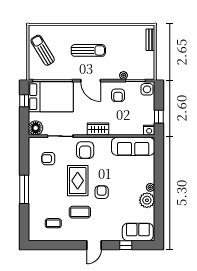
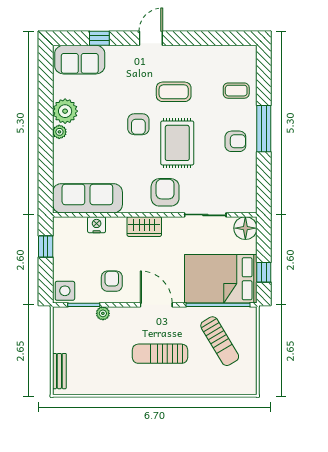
sun lounger: (43, 50) -> (220, 341), moved
nightstand: (149, 130) -> (97, 225), moved
armchair: (48, 159) -> (235, 141), moved
coffee table: (53, 223) -> (236, 91), moved

